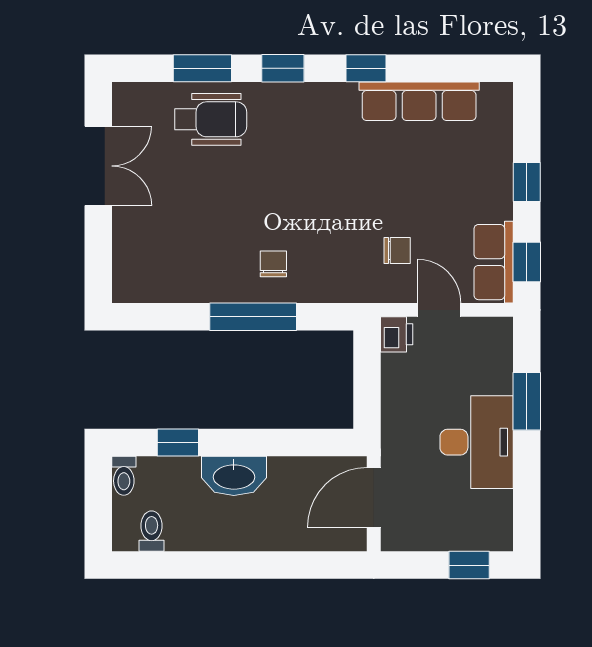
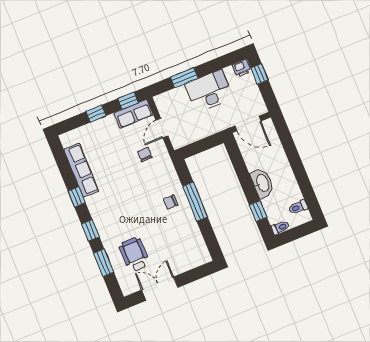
wheelchair: (211, 119) -> (134, 254), moved
printer: (397, 334) -> (242, 68), moved, turned 180

